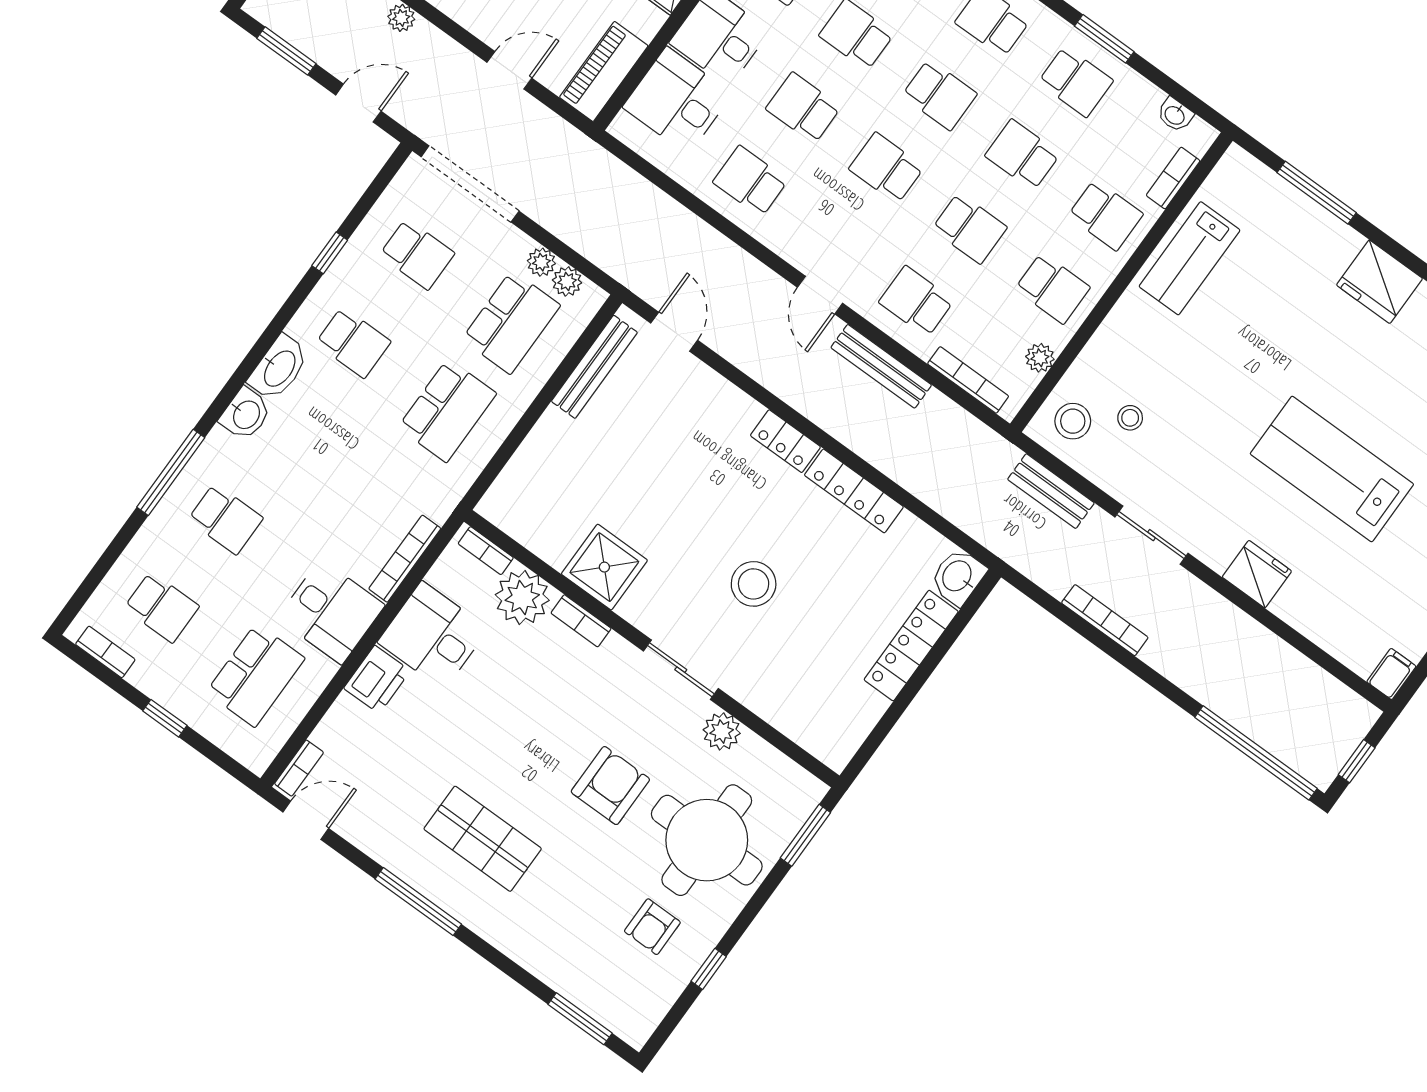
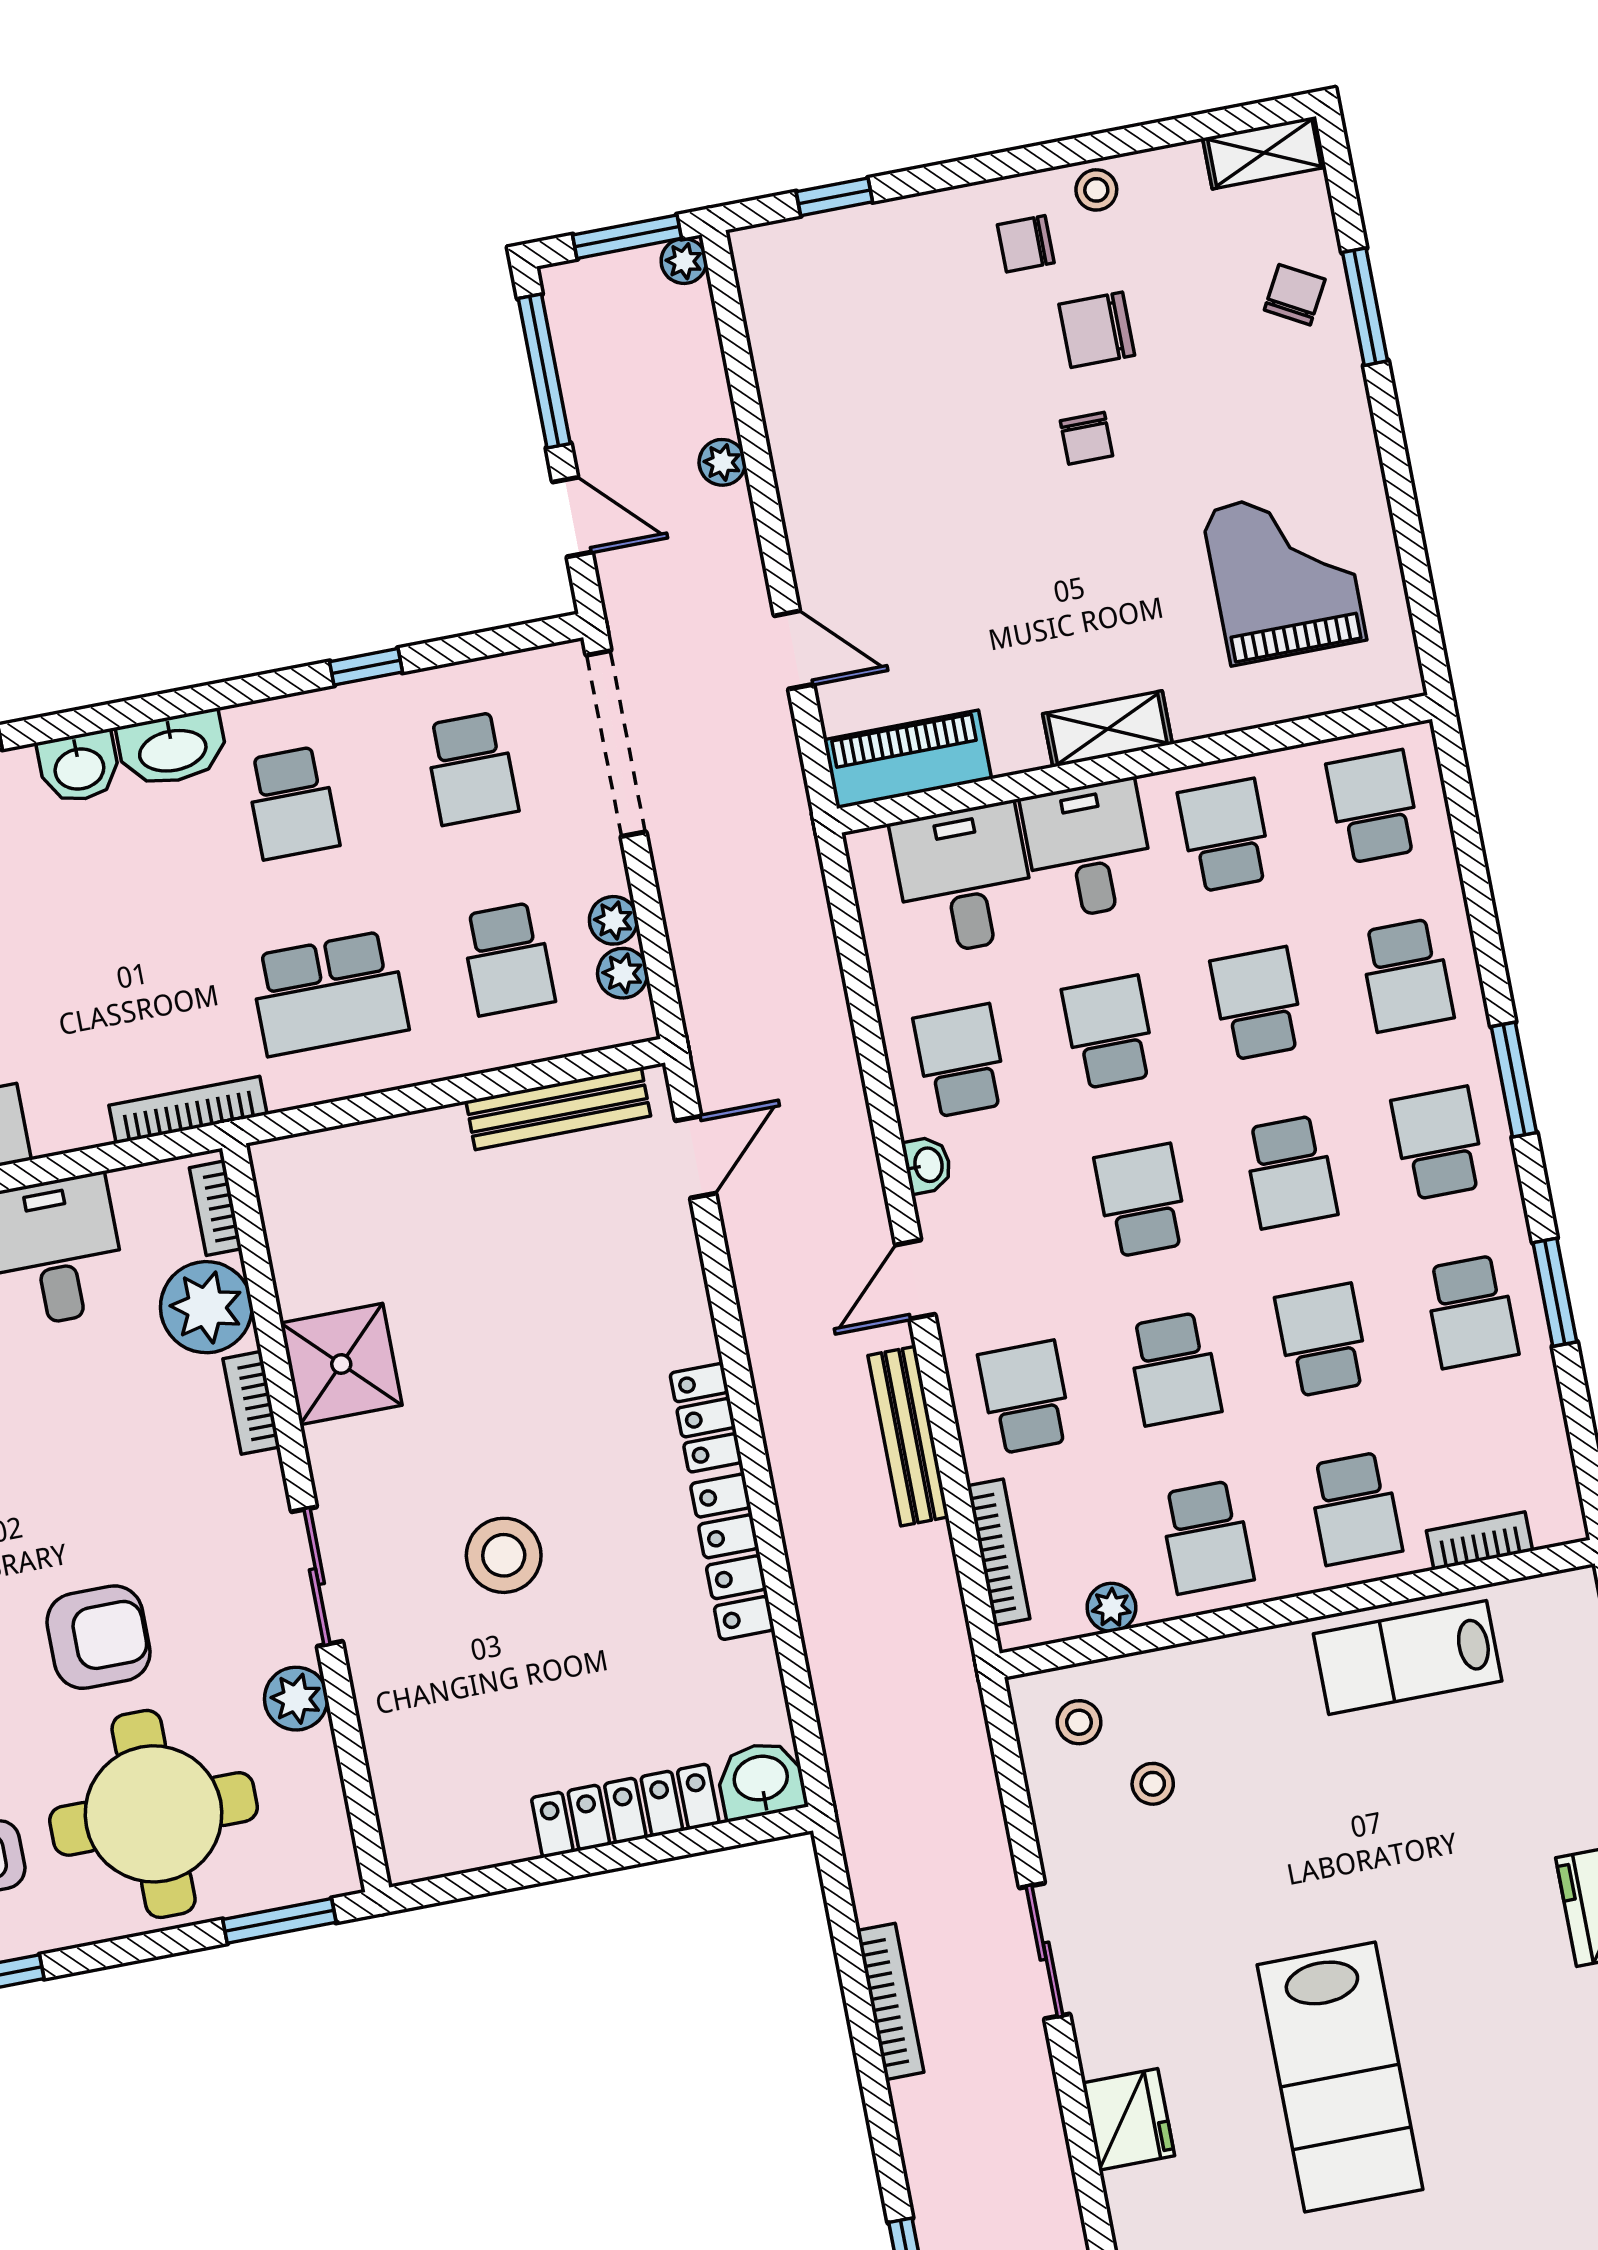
window: (286, 51) -> (544, 371), width x1.44
washbasin: (1175, 115) -> (927, 1165), moved, turned 180
school desk: (511, 322) -> (508, 959), width x0.54
stool: (1073, 421) -> (1079, 1722), width x0.73, depth x0.73
lab bench: (1332, 469) -> (1340, 2077), turned 180
bench: (1051, 491) -> (972, 1782), removed
bookcase: (405, 559) -> (188, 1110), moved

